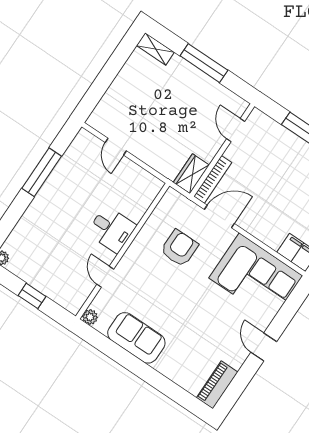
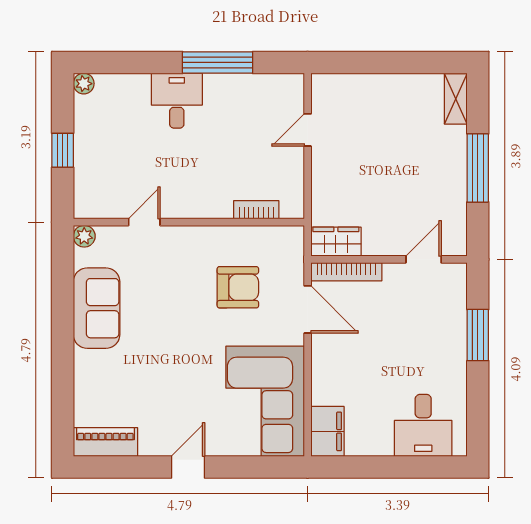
bookcase: (142, 207) -> (256, 210), added
desk: (112, 229) -> (177, 101), moved, turned 180

